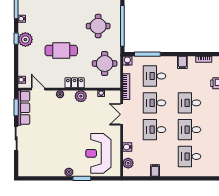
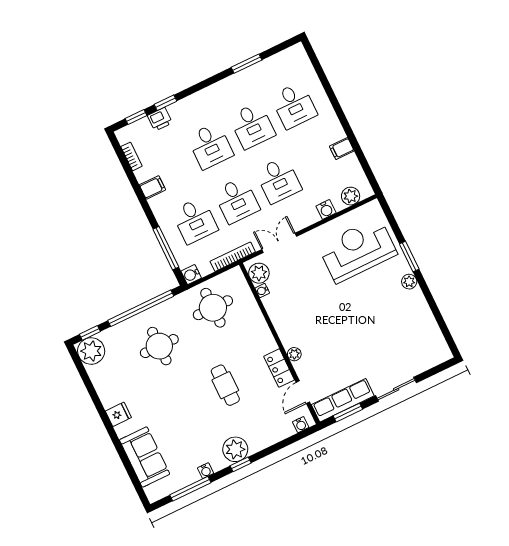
cafe table: (61, 51) -> (225, 385), width x0.73, depth x0.74
locker: (75, 83) -> (279, 368), moved
plant: (81, 96) -> (259, 273), moved
double door: (122, 114) -> (279, 243), swing flipped
reception desk: (98, 153) -> (358, 250), turned 180

